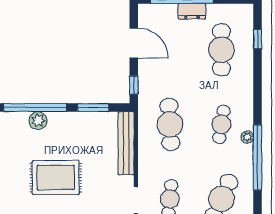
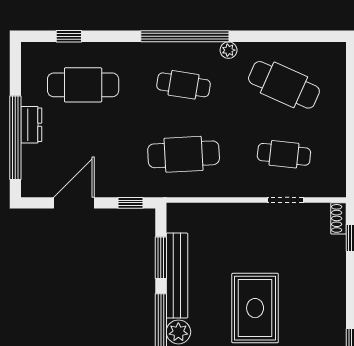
plant: (247, 137) -> (229, 50), moved
bench: (126, 143) -> (177, 275), moved, turned 90
window: (258, 157) -> (185, 36), moved

